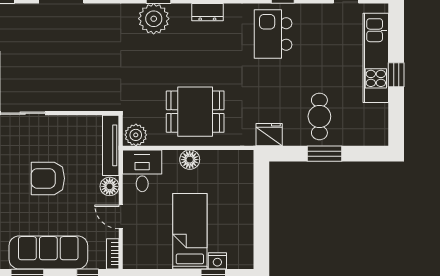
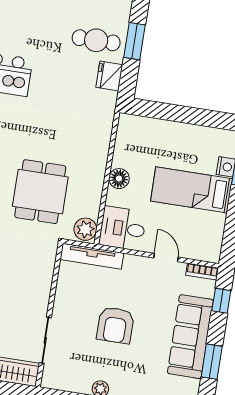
dining table: (195, 112) -> (40, 192), moved
fridge: (269, 135) -> (109, 76), moved
floor lamp: (110, 186) -> (133, 264), removed
door: (121, 217) -> (166, 257), swing flipped

